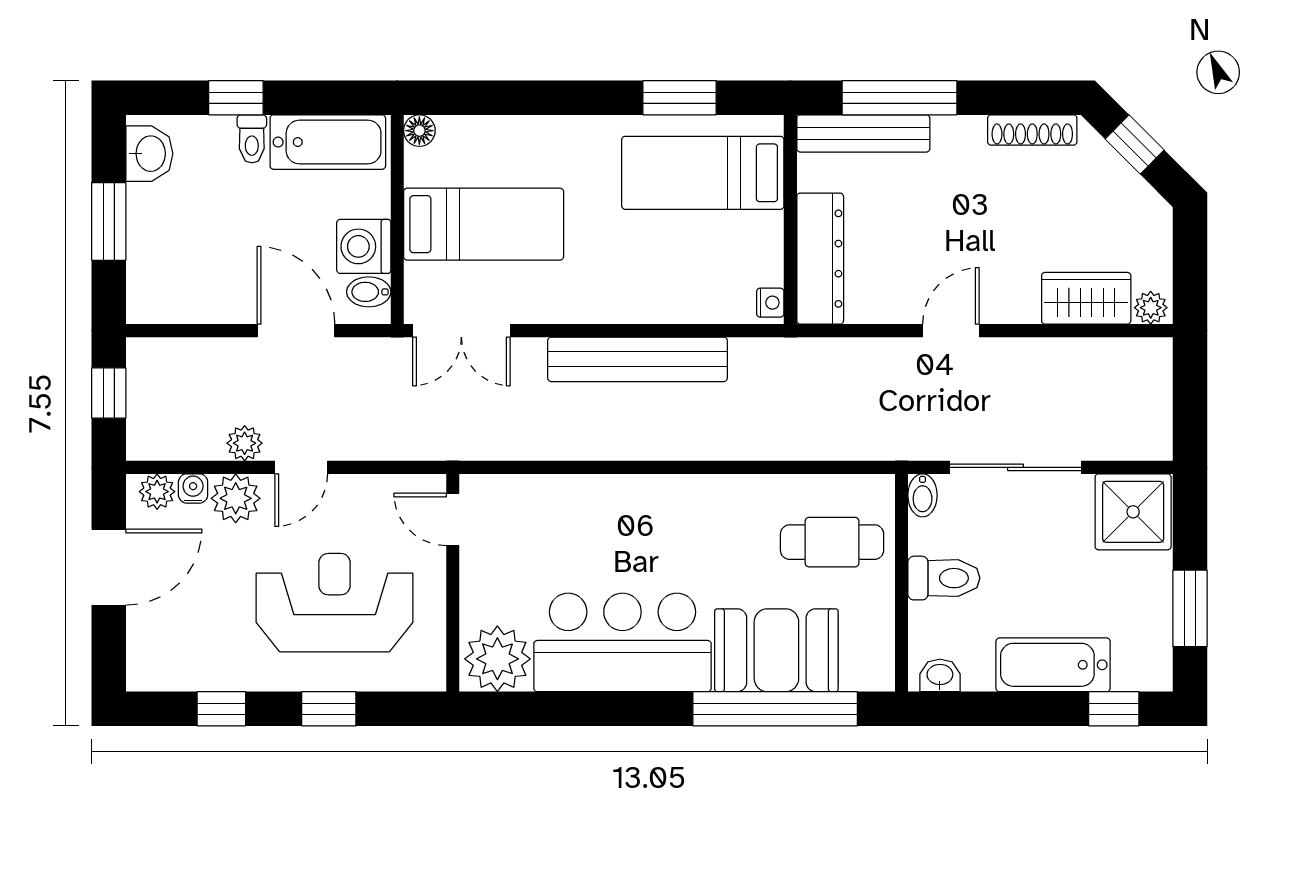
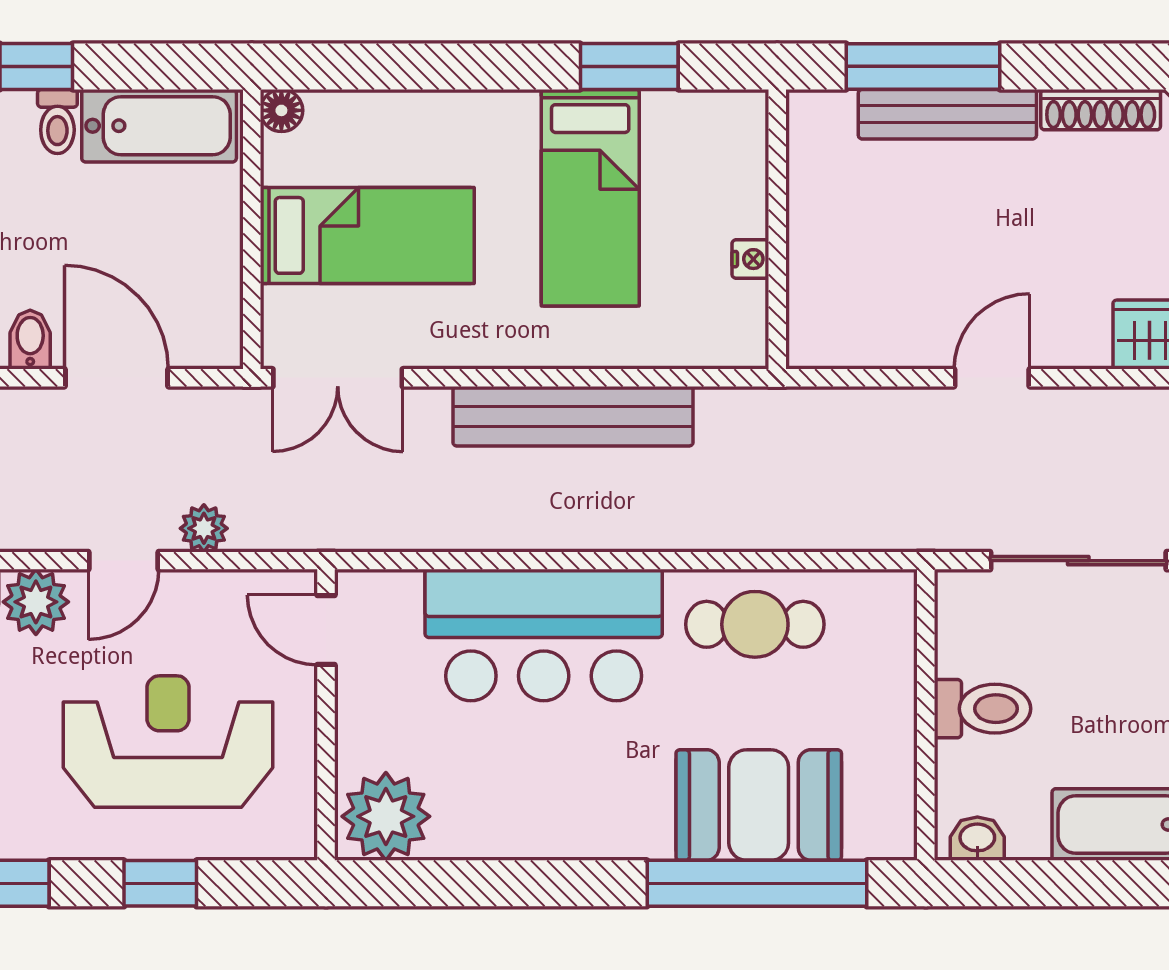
bench: (863, 133) -> (947, 114), moved
bed: (703, 173) -> (590, 198), moved, turned -90
washing machine: (364, 246) -> (207, 265), removed
dresser: (820, 259) -> (817, 282), removed
bidet: (369, 292) -> (30, 340), moved, turned 90
nightstand: (770, 303) -> (750, 259), moved
plant: (245, 443) -> (204, 528), moved
bidet: (923, 495) -> (954, 598), removed
cafe table: (832, 542) -> (755, 624), moved
bar counter: (622, 642) -> (544, 635), moved, turned 180

